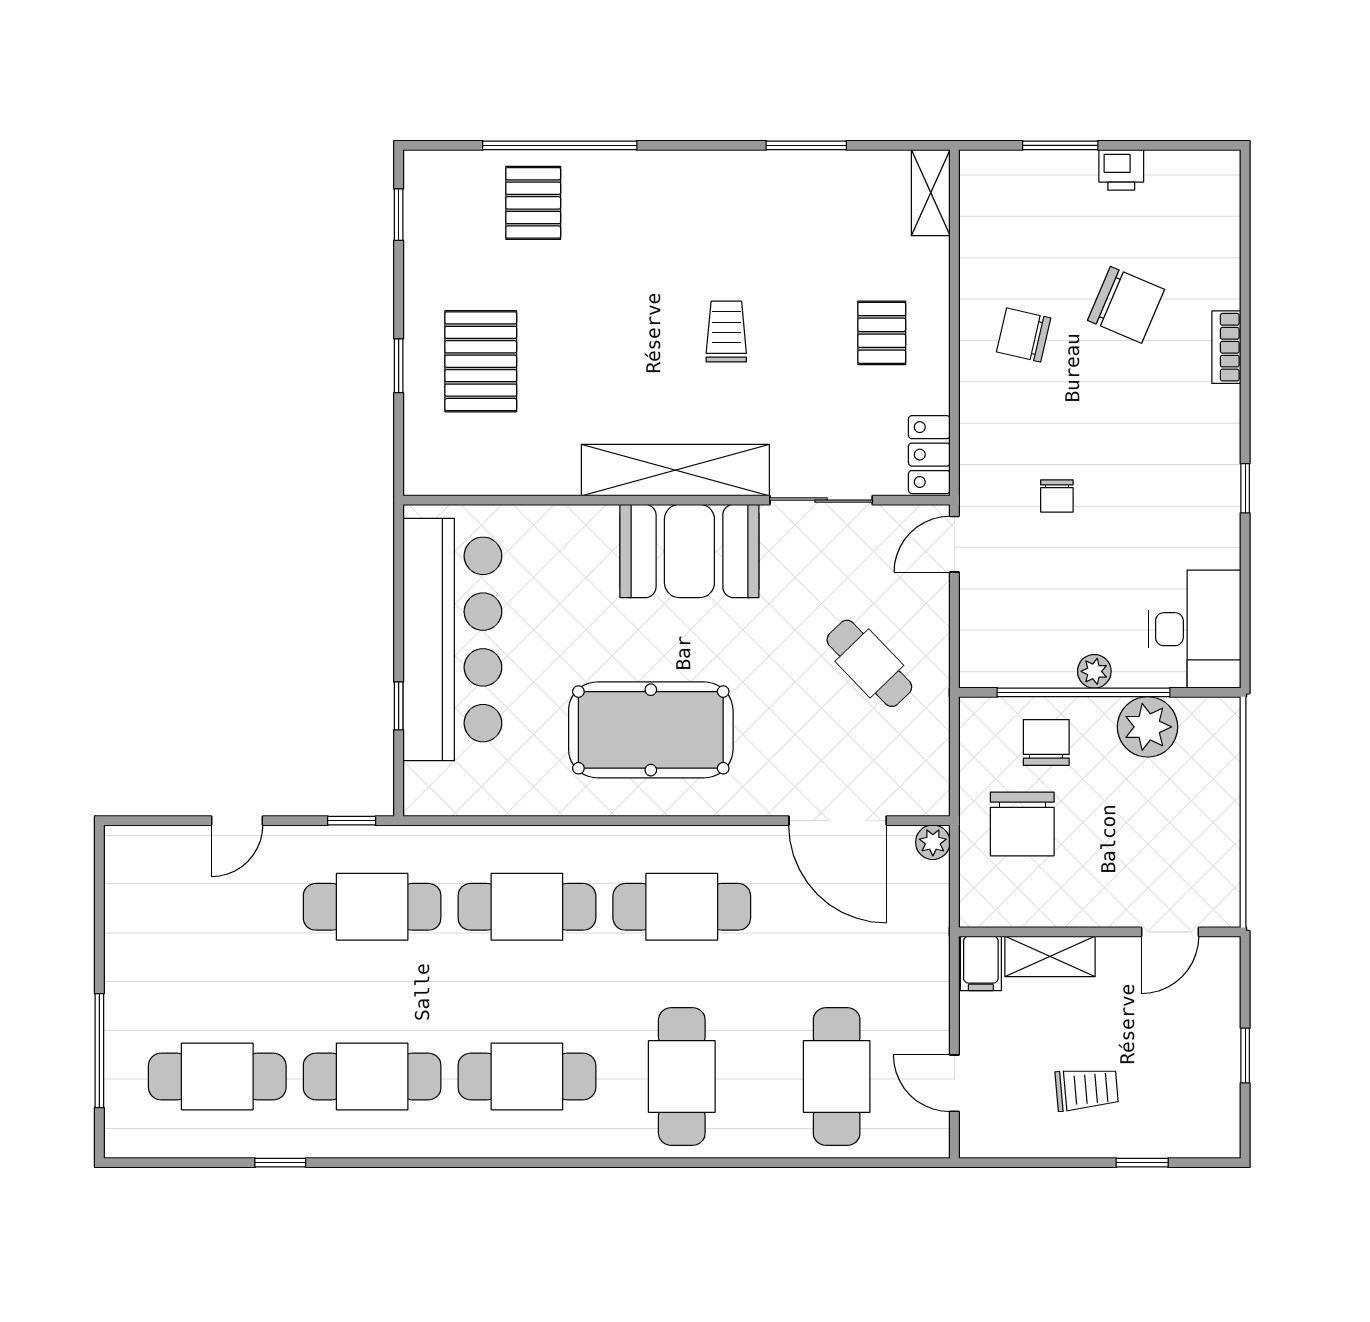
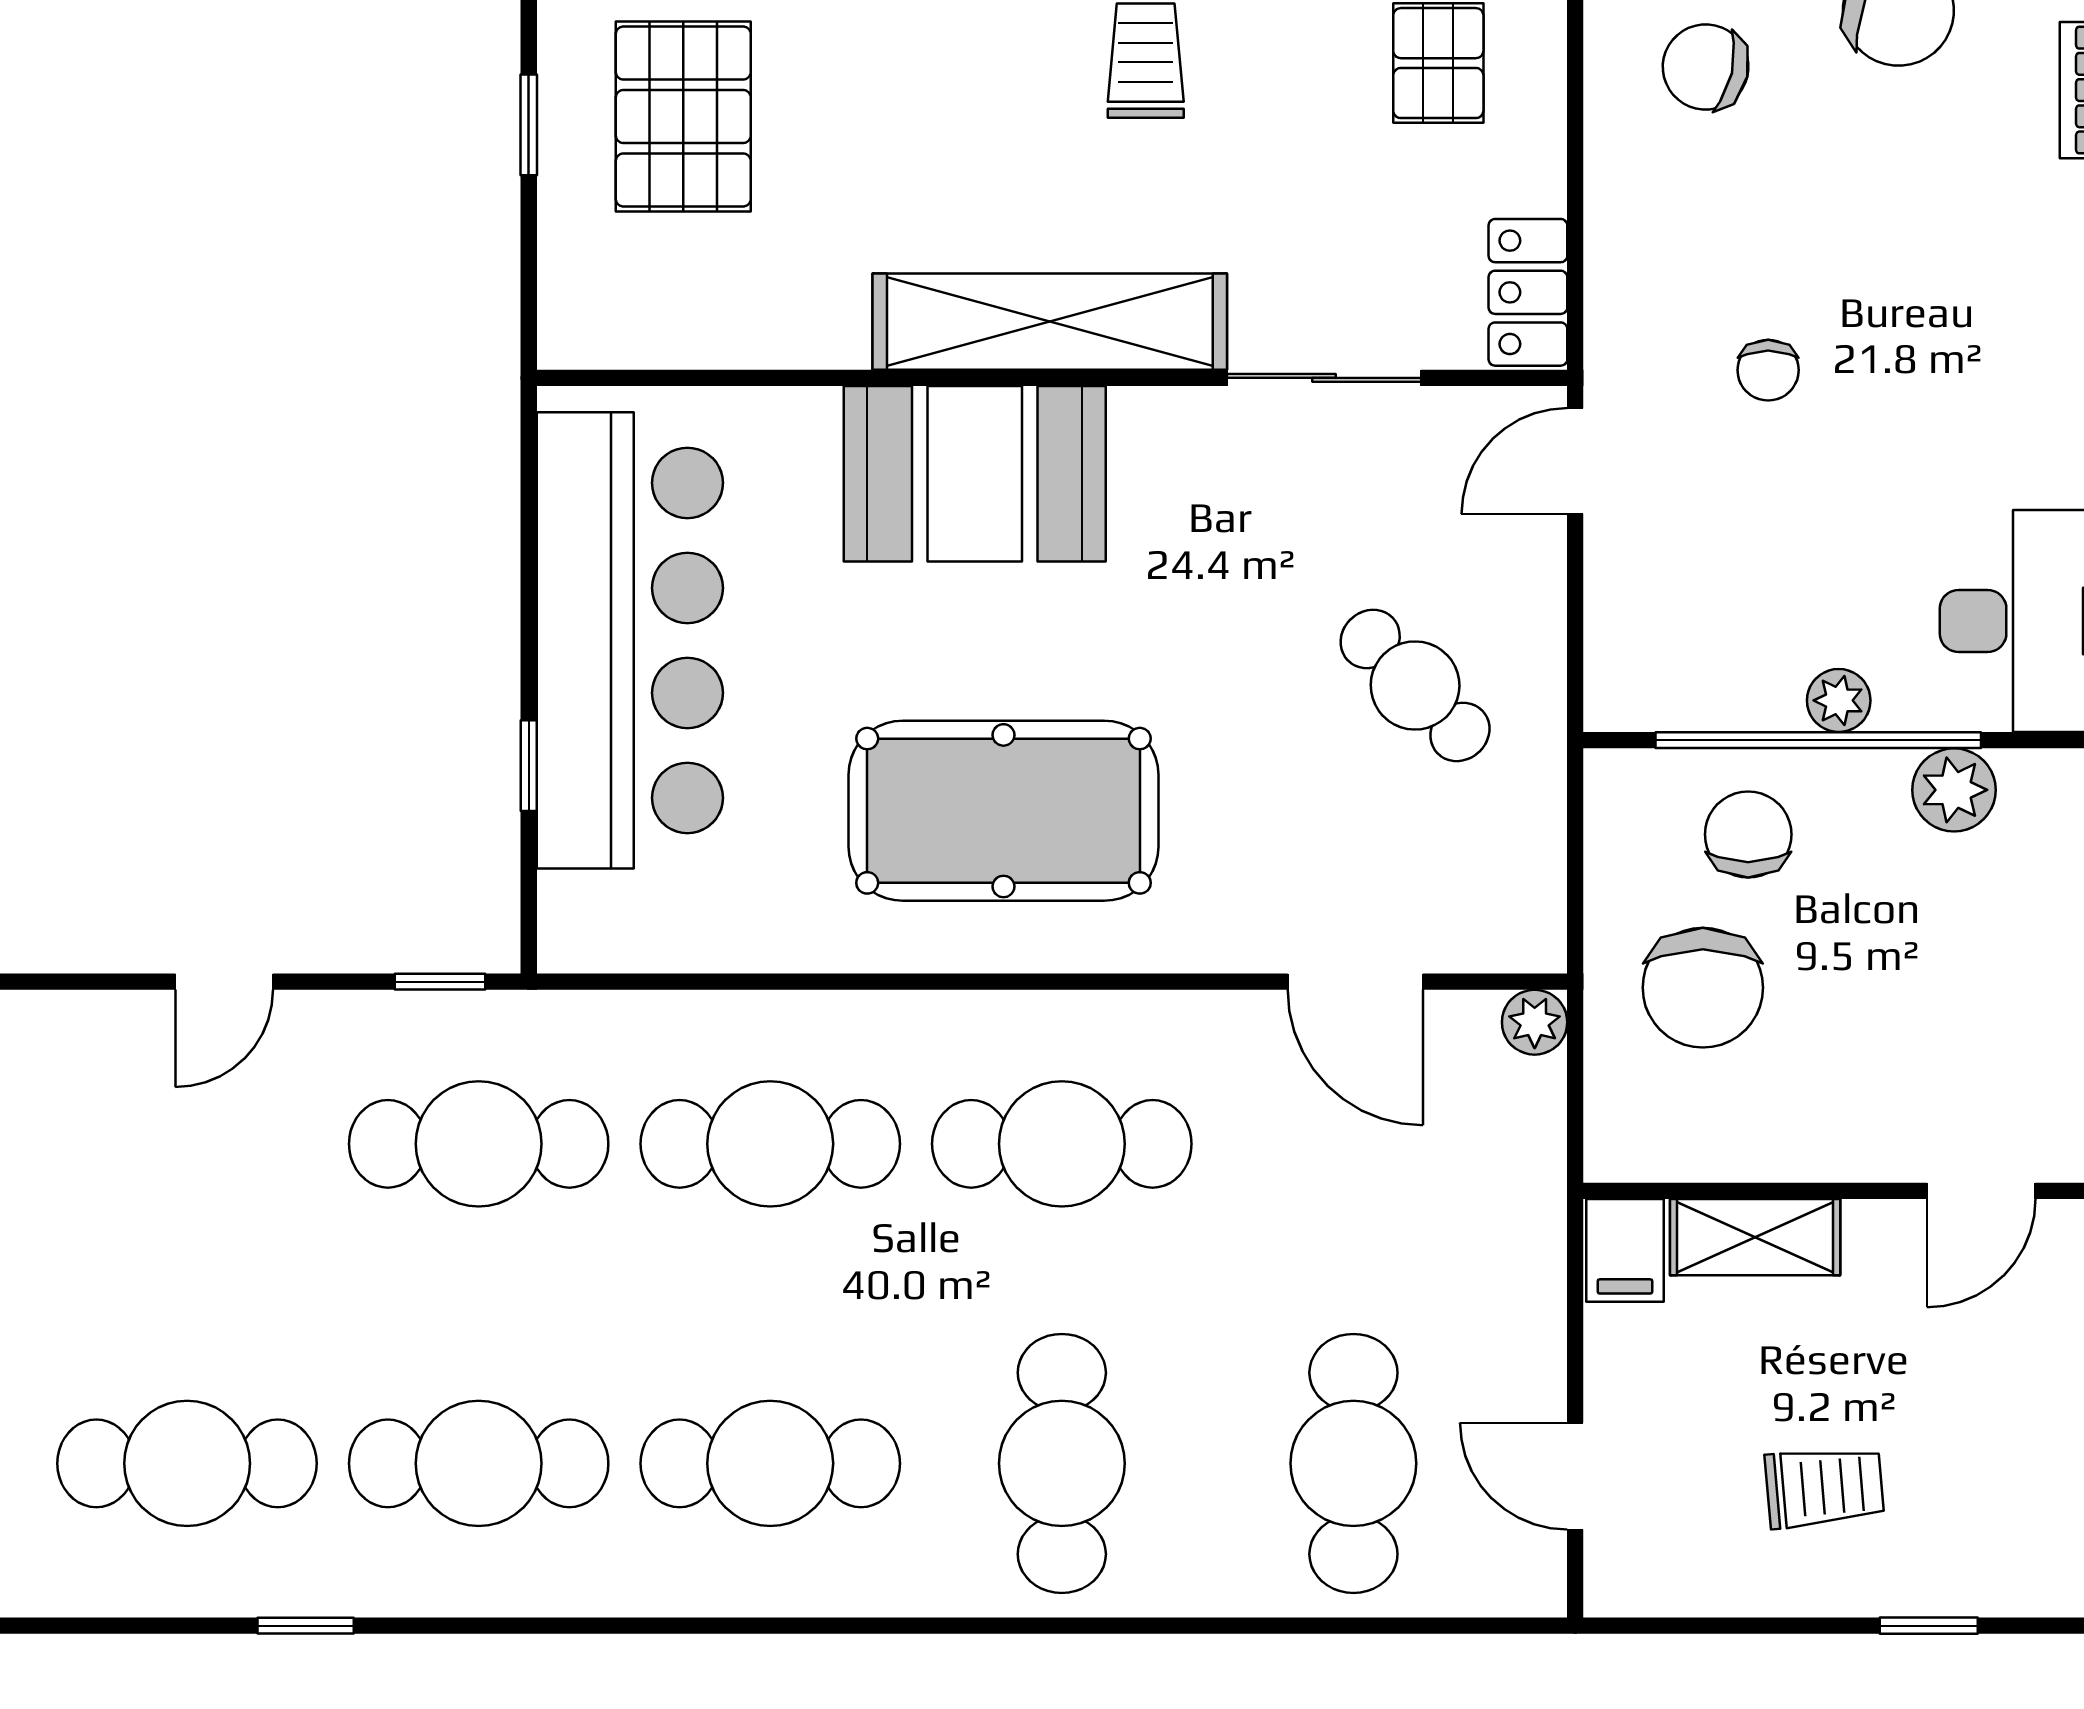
booth: (689, 551) -> (975, 474), moved
plant: (1148, 727) -> (1954, 790), width x0.73, depth x0.73
door: (838, 821) -> (1355, 982), width x0.73

